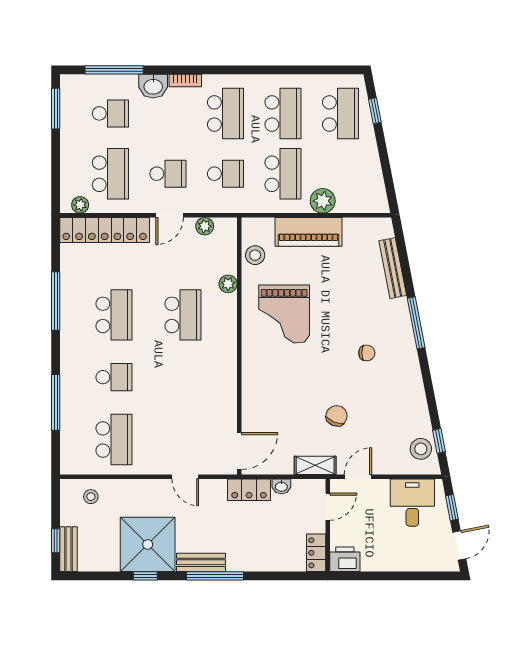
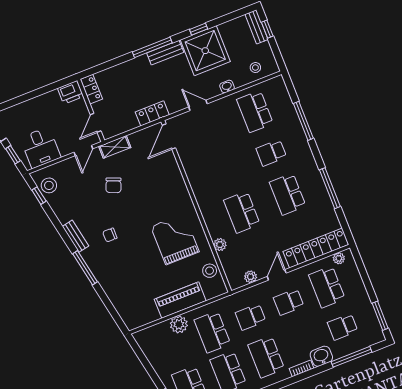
bench: (393, 268) -> (75, 236), moved, width x0.73
washbasin: (281, 486) -> (227, 87), moved

